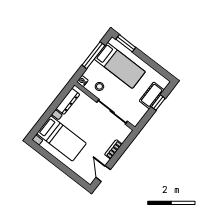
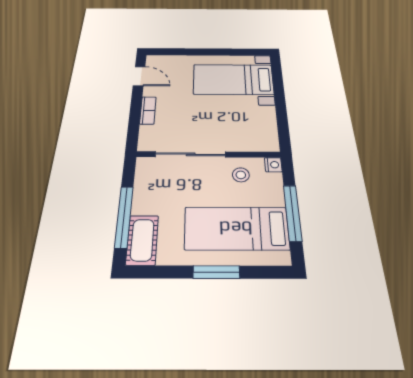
window: (126, 43) -> (216, 272), moved
cot: (152, 95) -> (142, 240), moved
dresser: (68, 101) -> (268, 125), removed
window: (158, 103) -> (124, 217), width x2.17

